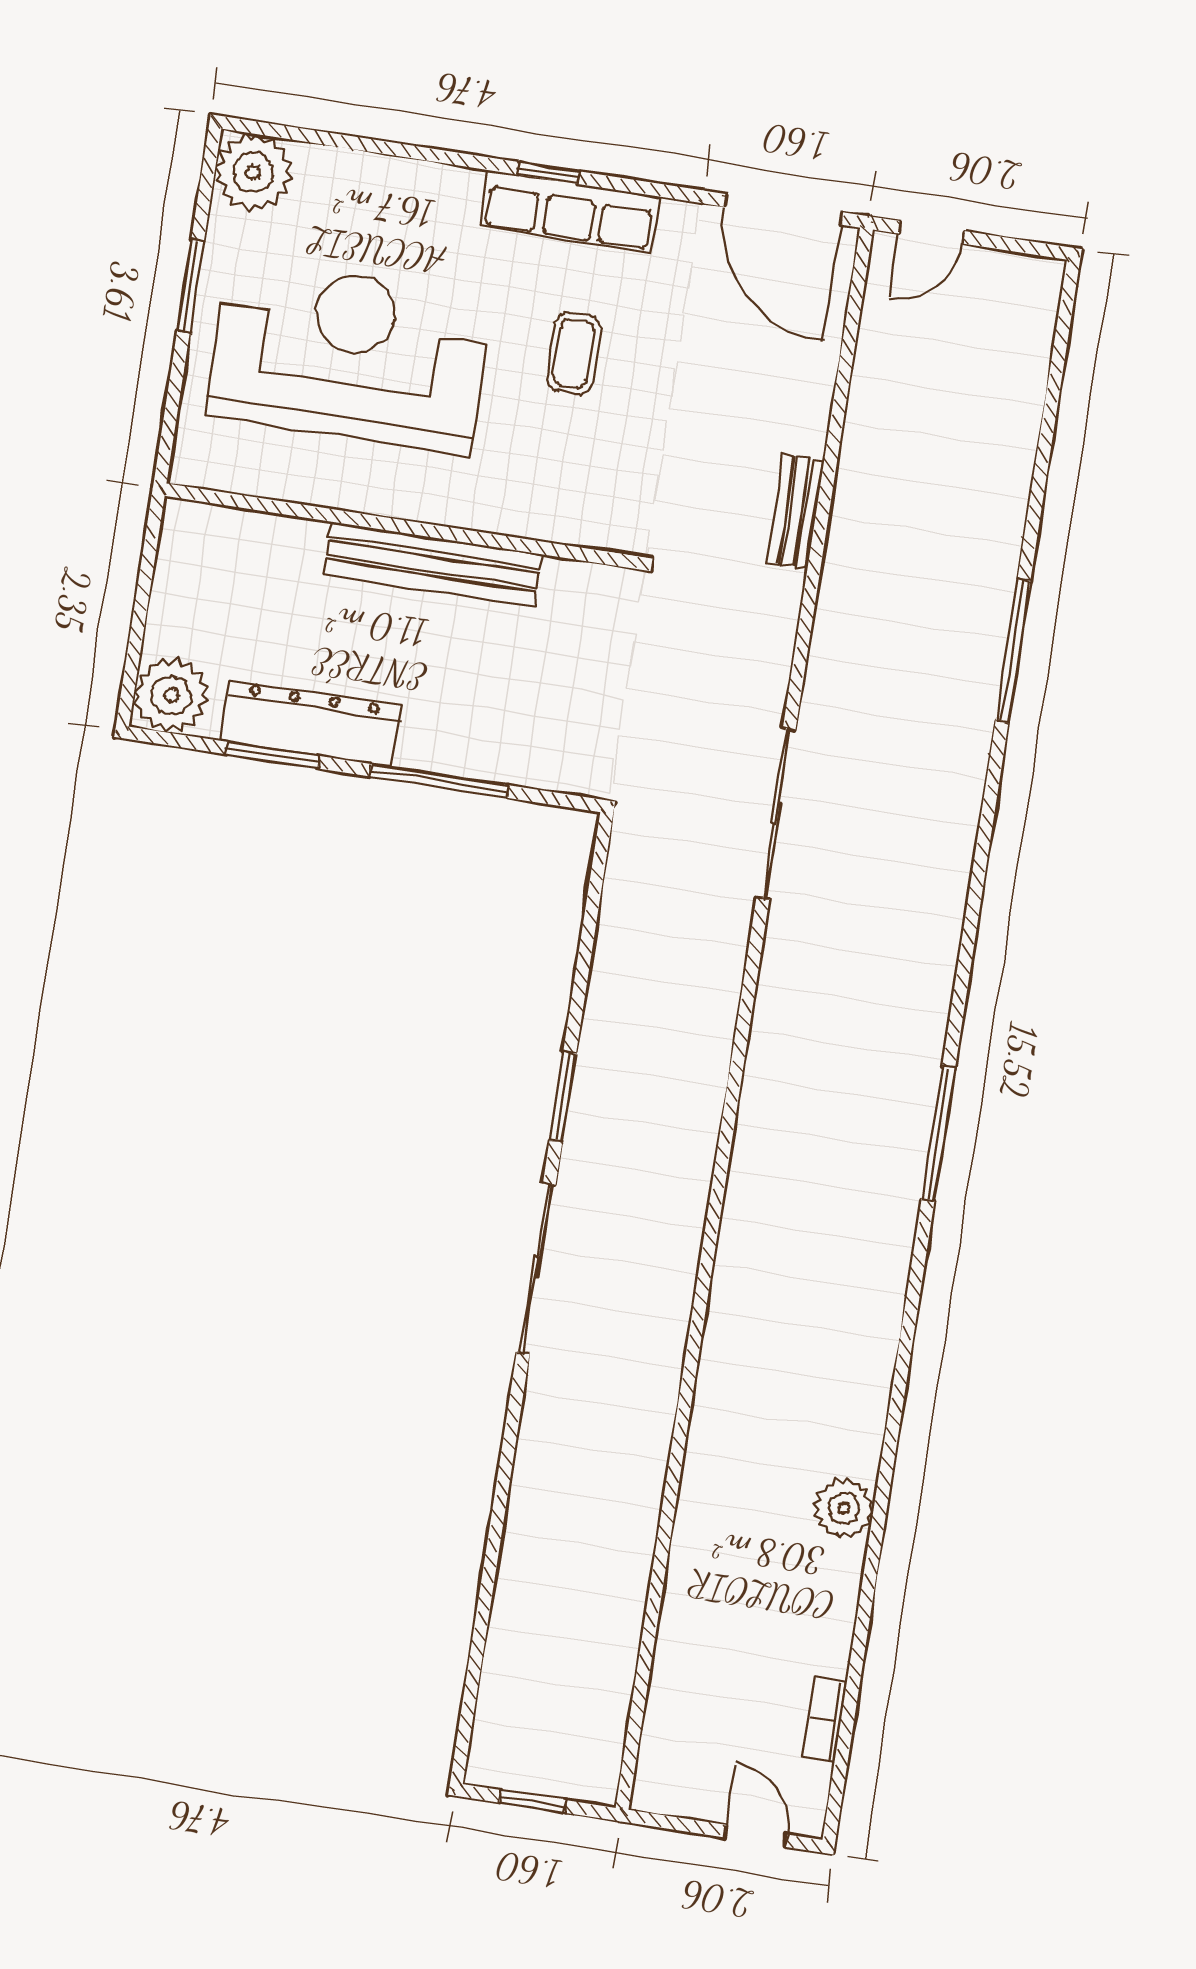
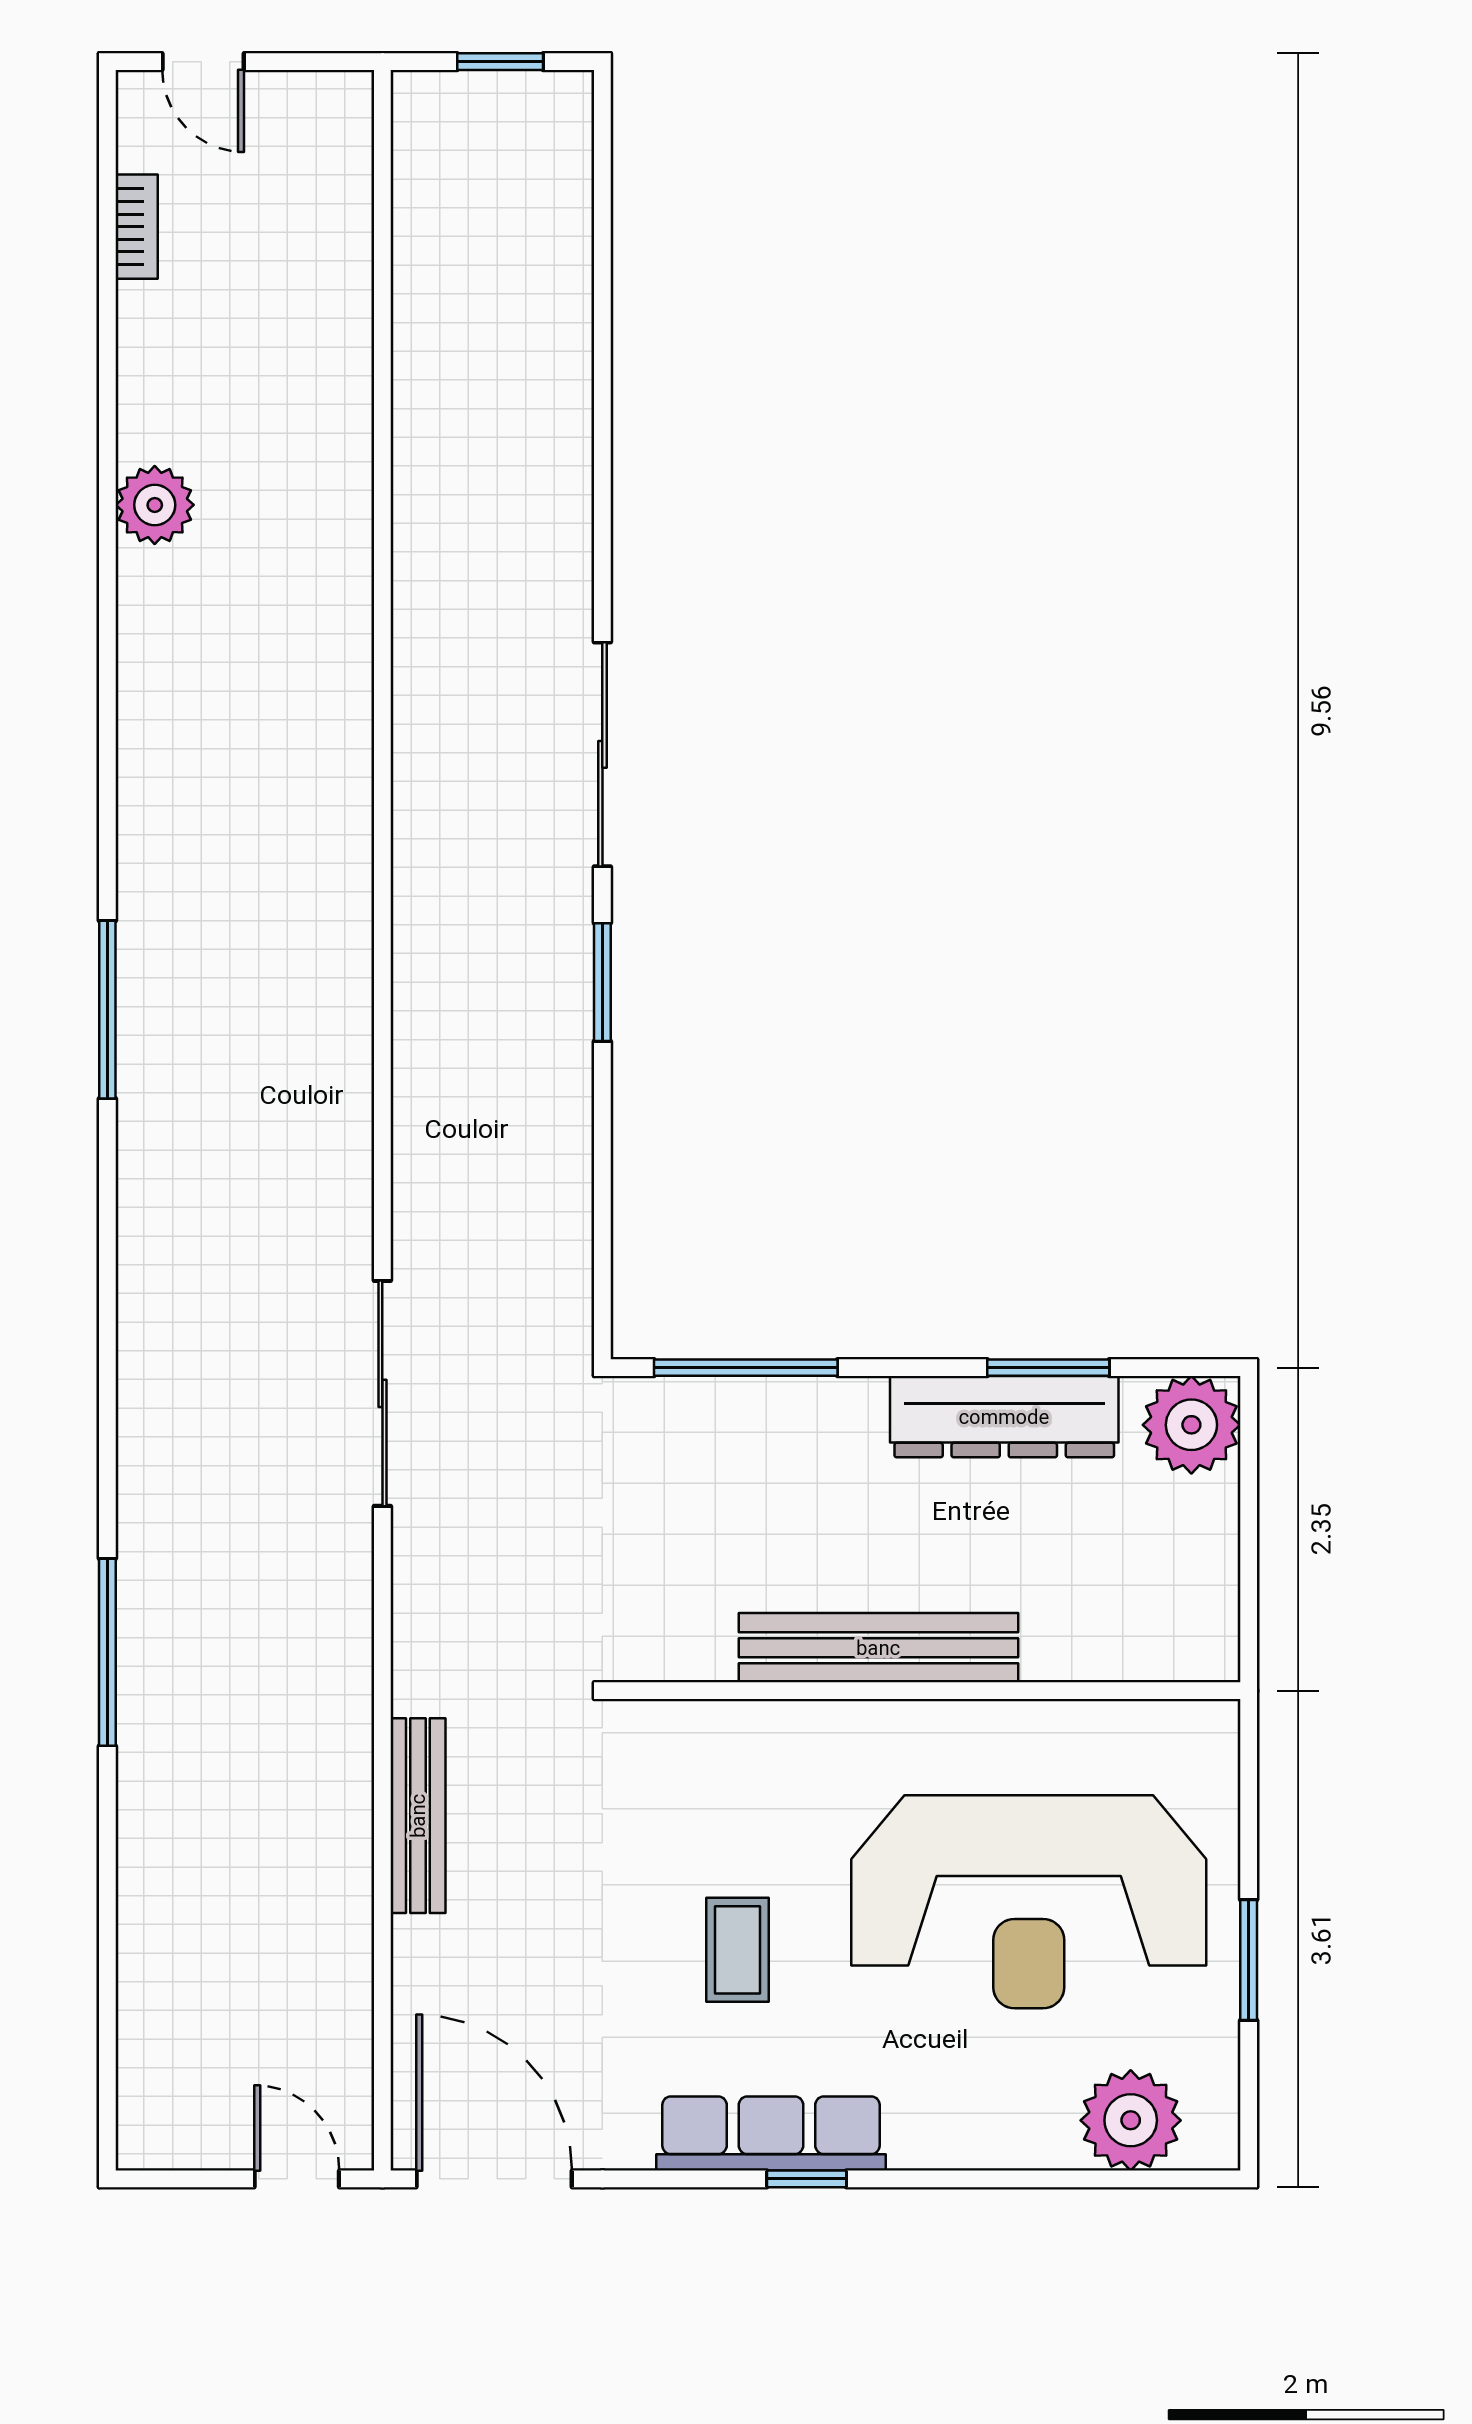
plant: (253, 172) -> (1131, 2120), moved
door: (932, 232) -> (297, 2179), hinge flipped
bench: (795, 511) -> (418, 1816), width x1.36
window: (439, 781) -> (746, 1368), moved

